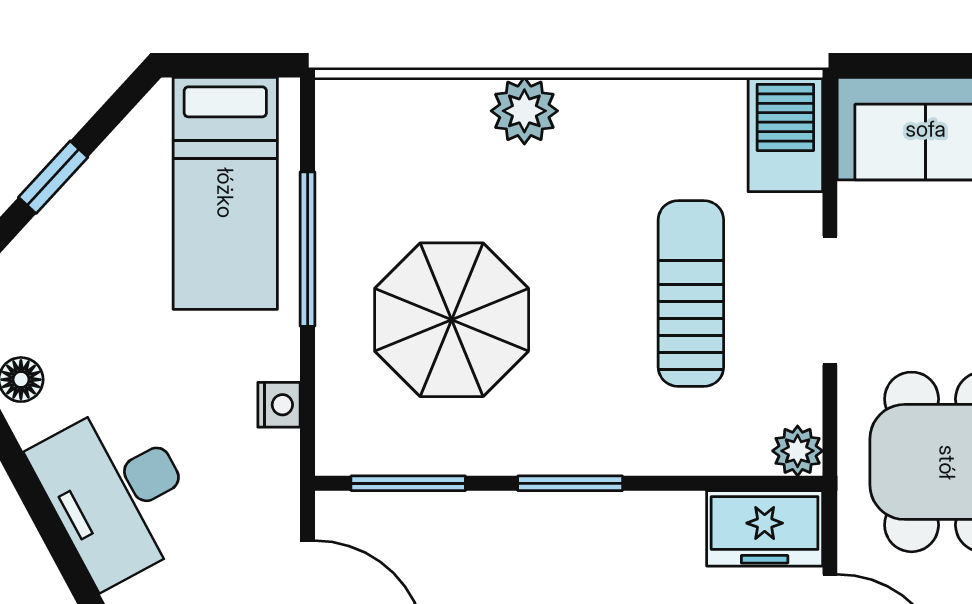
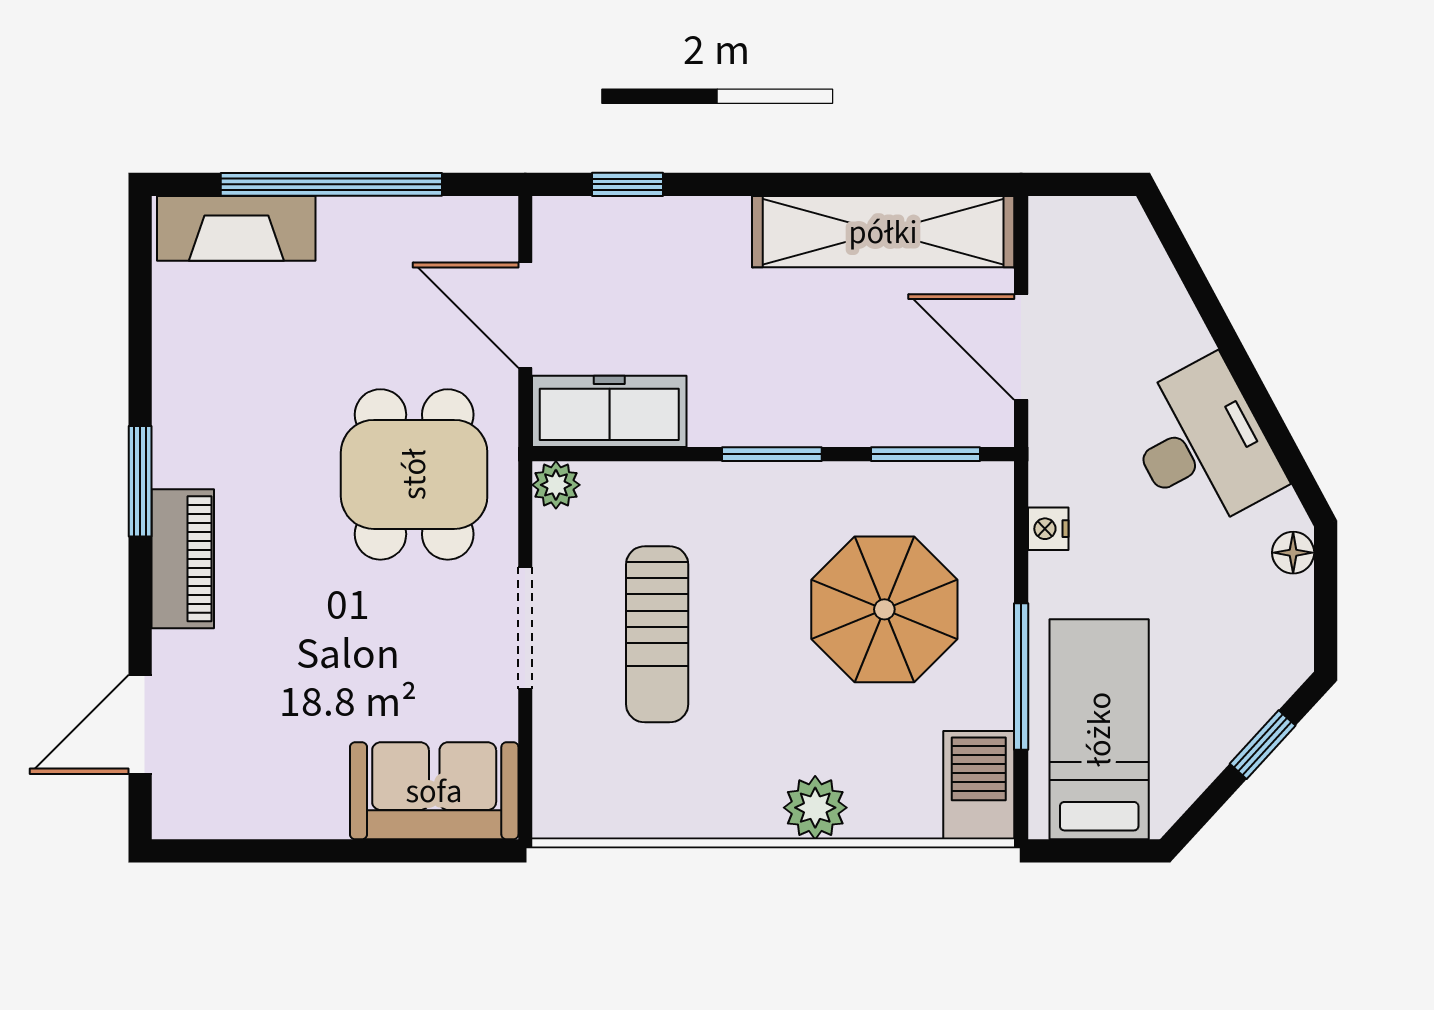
barbecue: (785, 135) -> (979, 785), moved, turned 180
freezer: (765, 528) -> (609, 411), width x1.40

